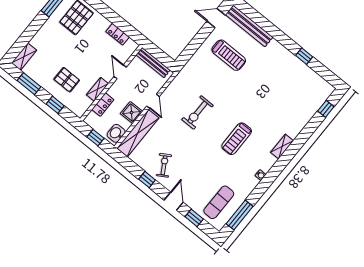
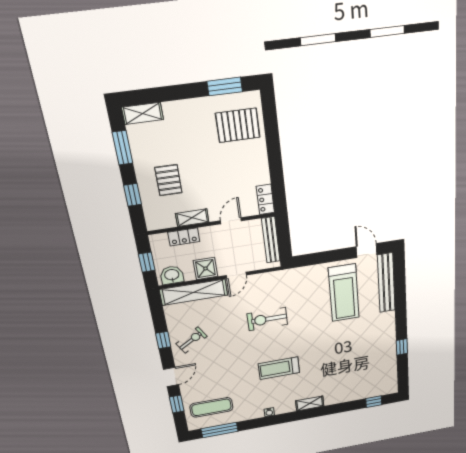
locker: (118, 34) -> (265, 199), moved
treadmill: (229, 55) -> (344, 293), width x1.37, depth x1.38

